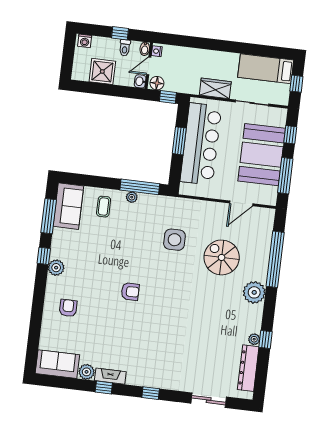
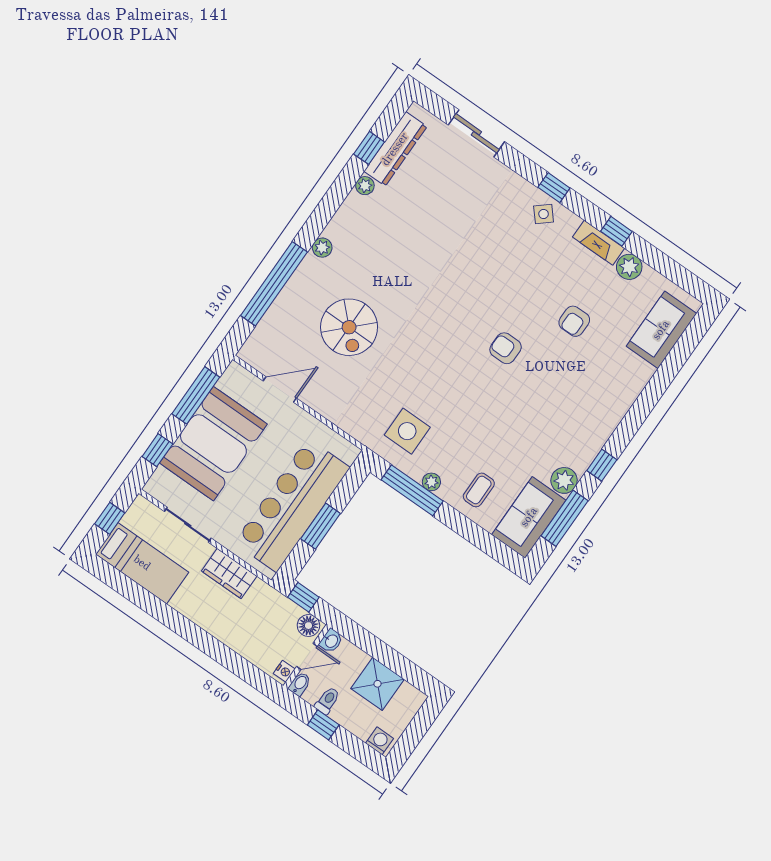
side table: (174, 240) -> (407, 431), moved
plant: (56, 268) -> (564, 480), moved
plant: (254, 292) -> (322, 248), width x0.53, depth x0.53
armchair: (68, 308) -> (574, 321), moved
window: (265, 339) -> (369, 148), moved
sofa: (57, 364) -> (661, 330), moved, turned 90
side table: (149, 376) -> (544, 214), added

